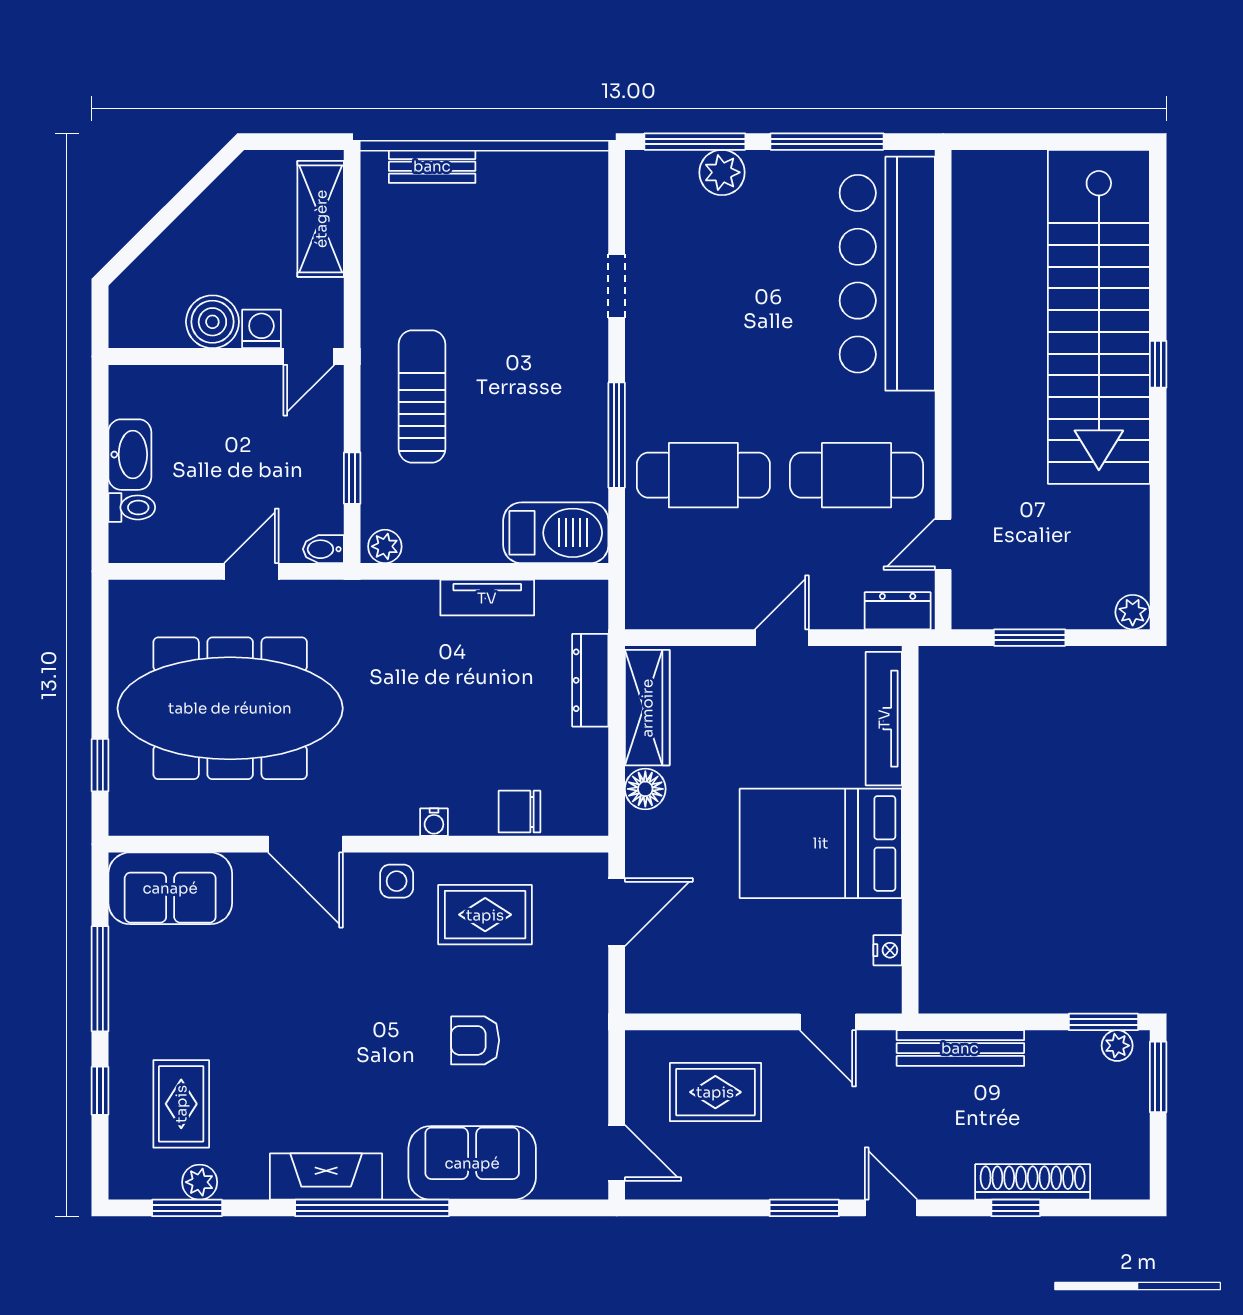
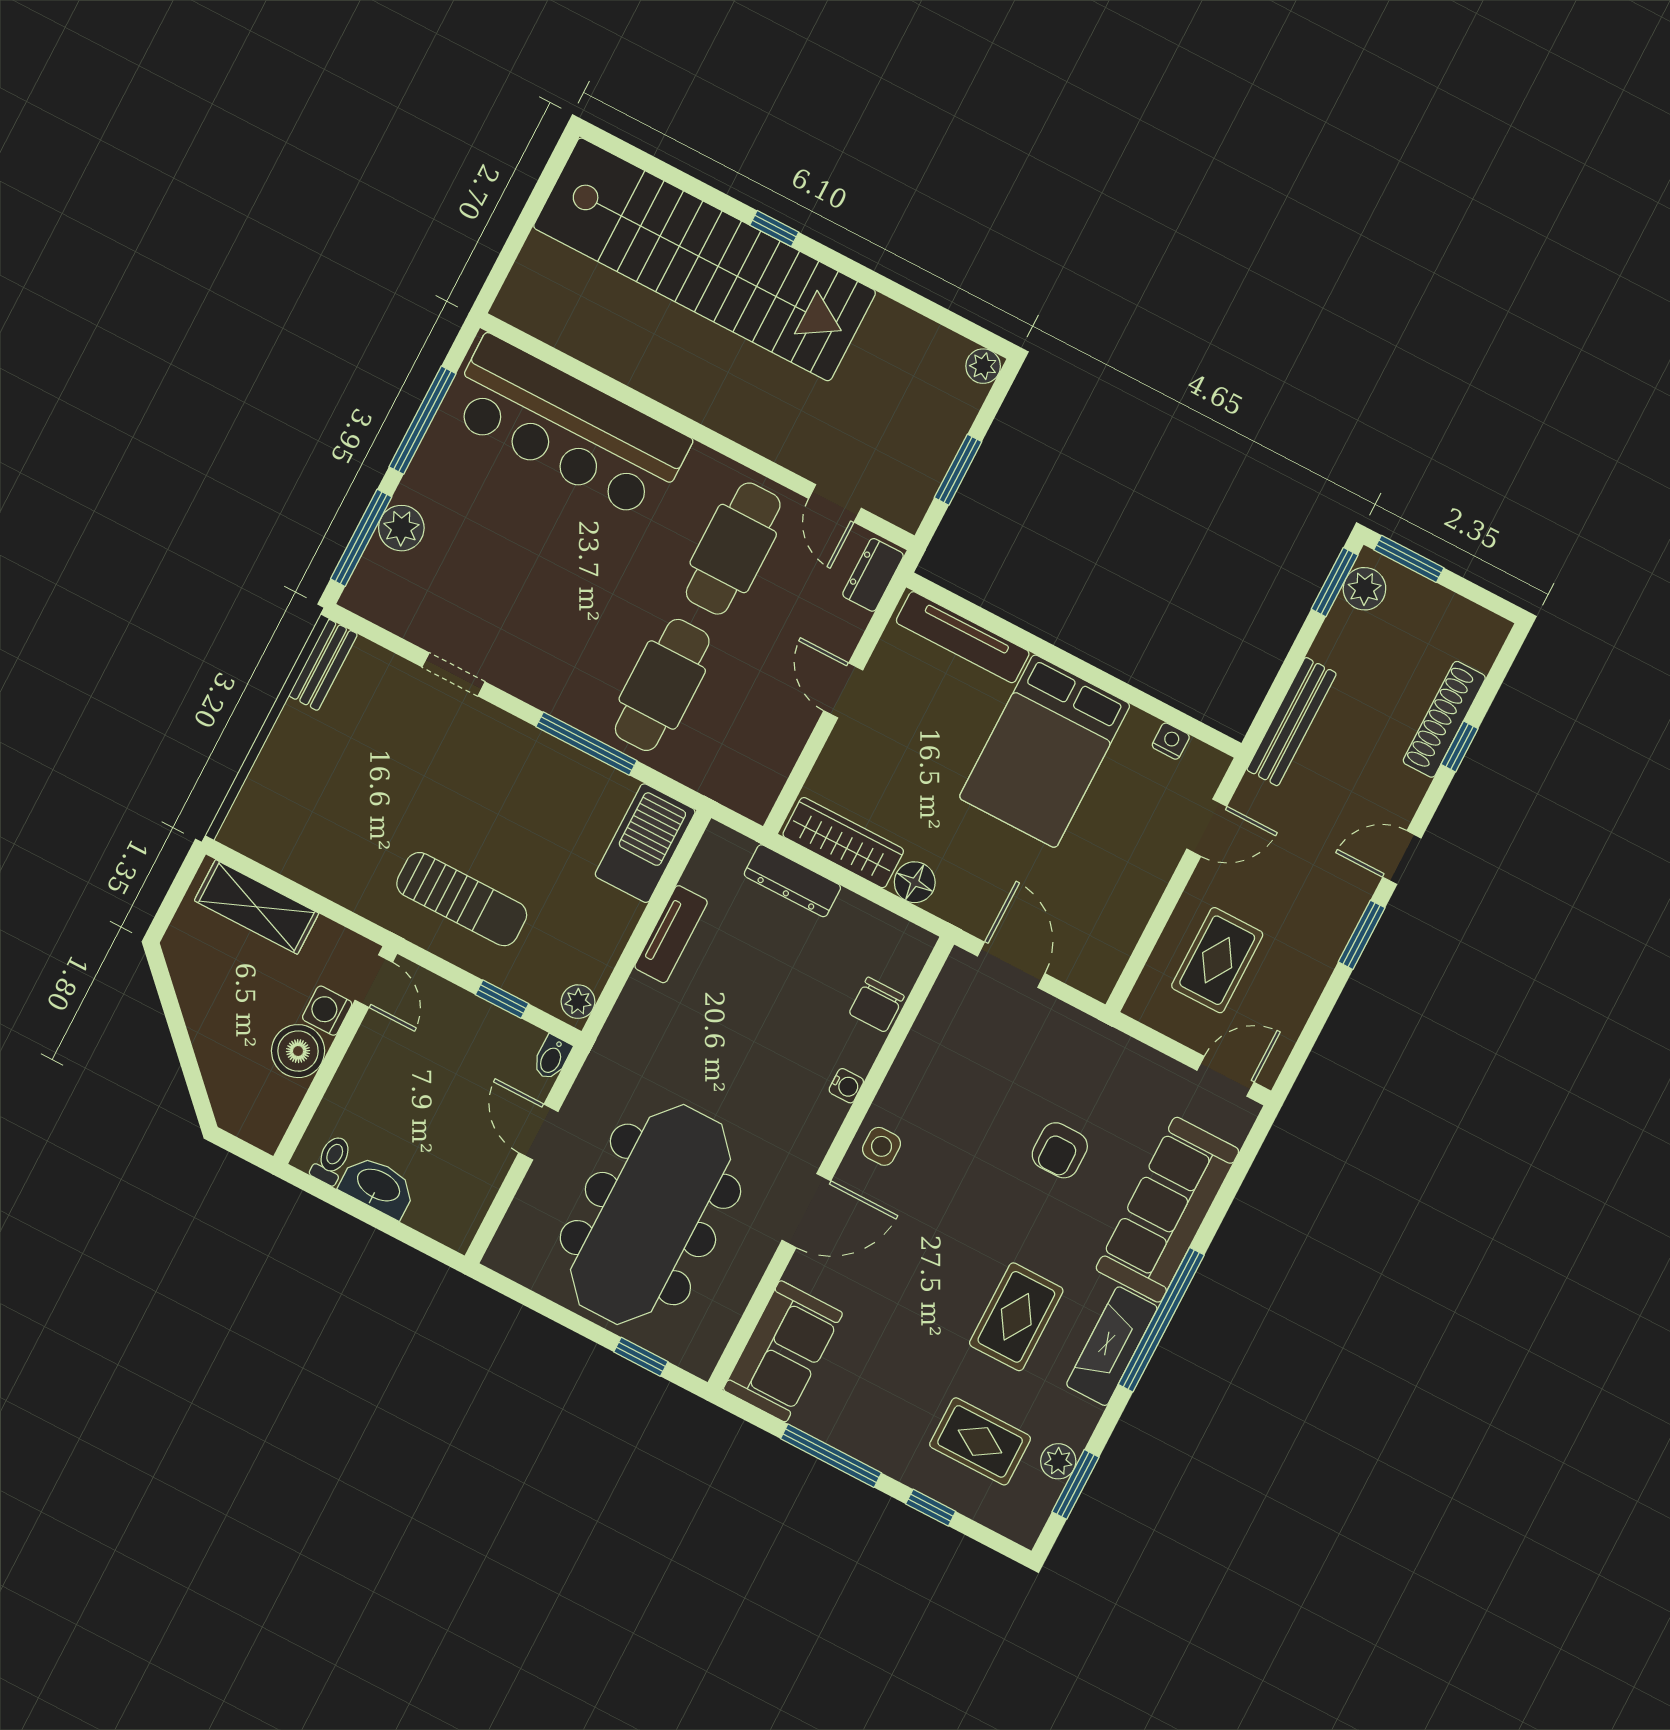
bench: (432, 166) -> (323, 665), moved
sun lounger: (422, 396) -> (462, 899), turned 180
toilet: (132, 507) -> (332, 1160), moved
rug: (485, 915) -> (1016, 1317), moved
plant: (1117, 1046) -> (1364, 589), width x1.38, depth x1.38
sofa: (472, 1163) -> (1167, 1210), width x1.36

